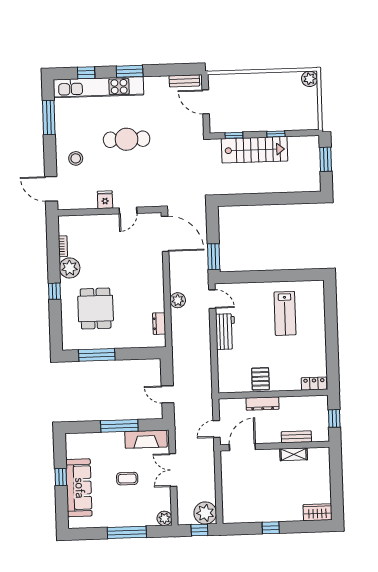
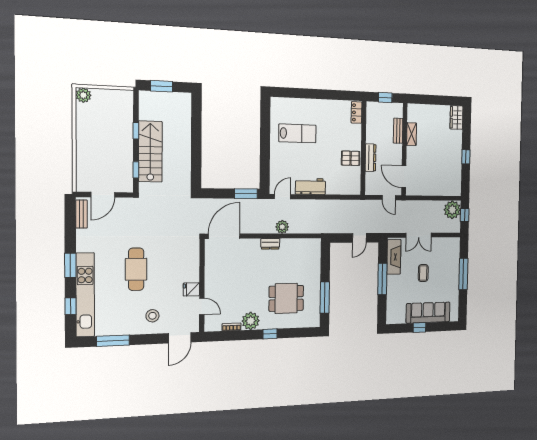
door: (128, 211) -> (202, 306), moved
dresser: (159, 324) -> (270, 244), moved
plant: (164, 518) -> (454, 243), removed

